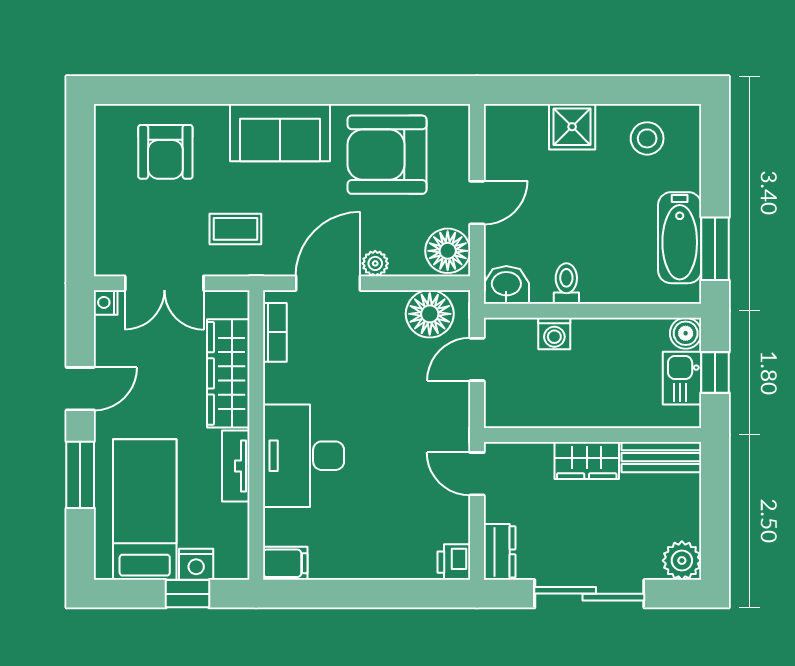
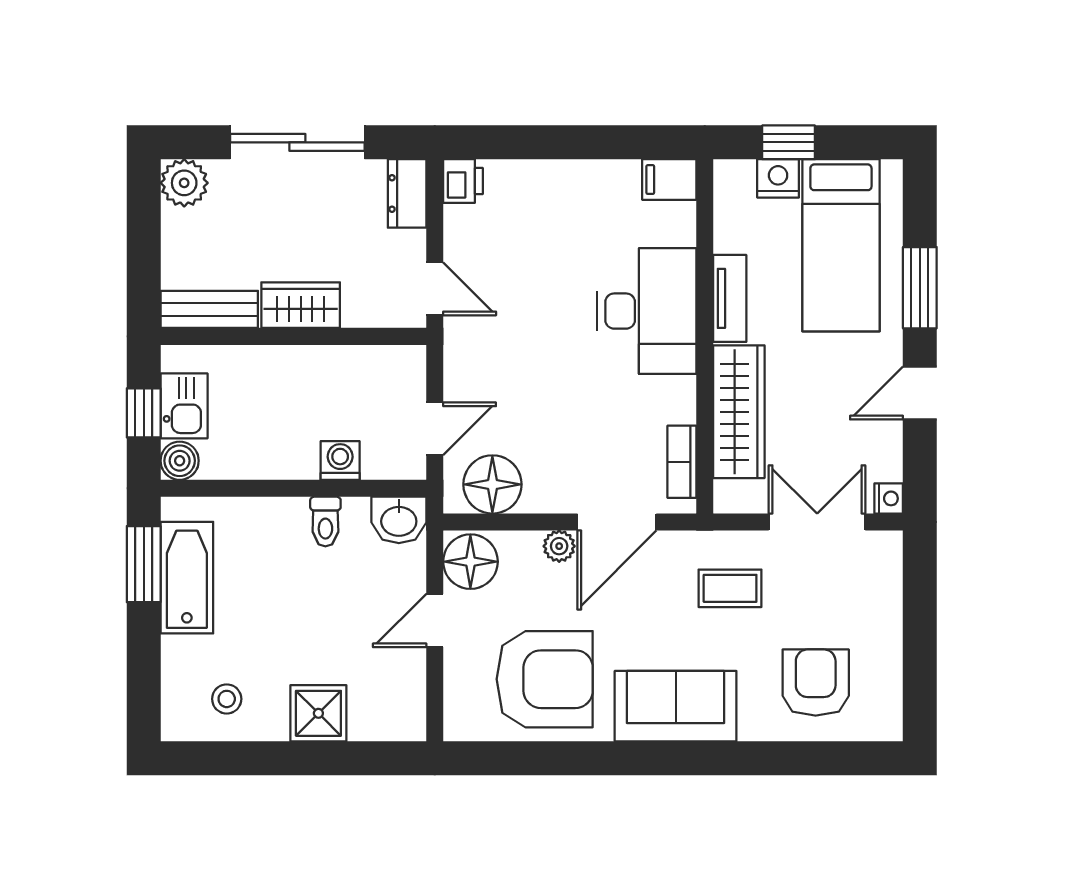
stool: (647, 138) -> (227, 699), width x0.73, depth x0.73

